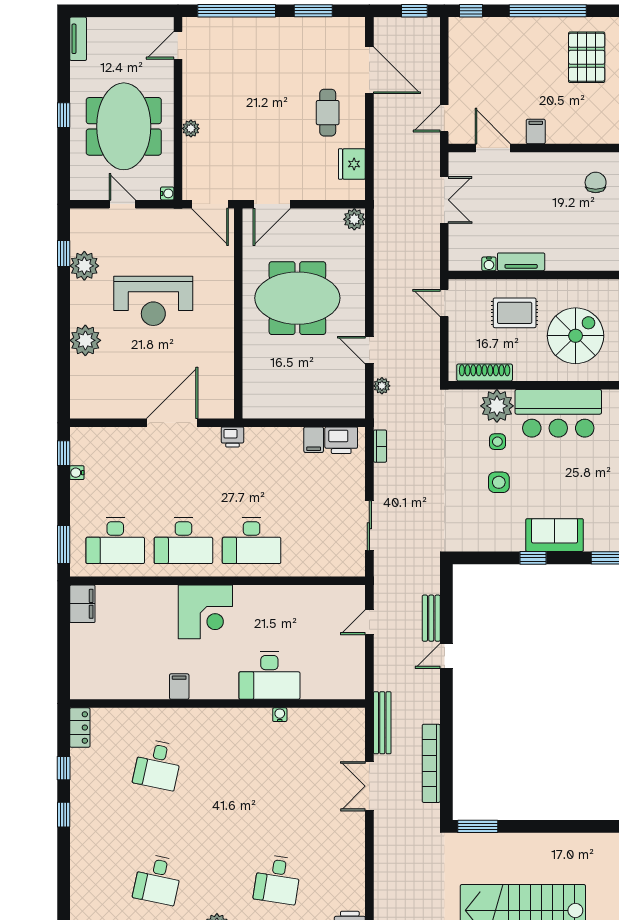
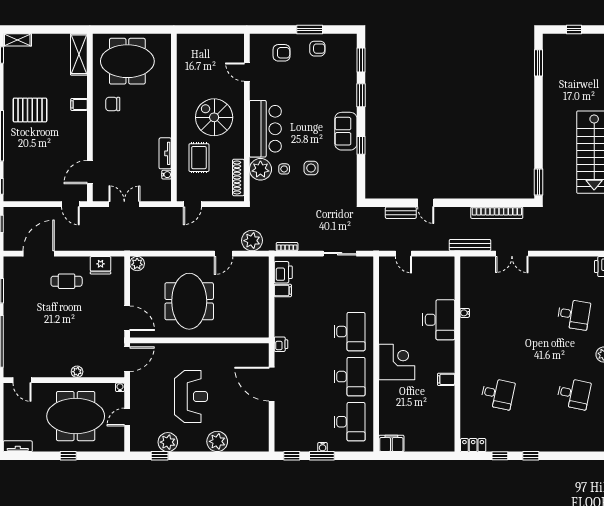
filing cabinet: (536, 131) -> (79, 104), moved
plant: (382, 386) -> (252, 241), width x1.88, depth x1.88
water cooler: (77, 473) -> (323, 447), moved
window: (64, 544) -> (322, 456), moved

